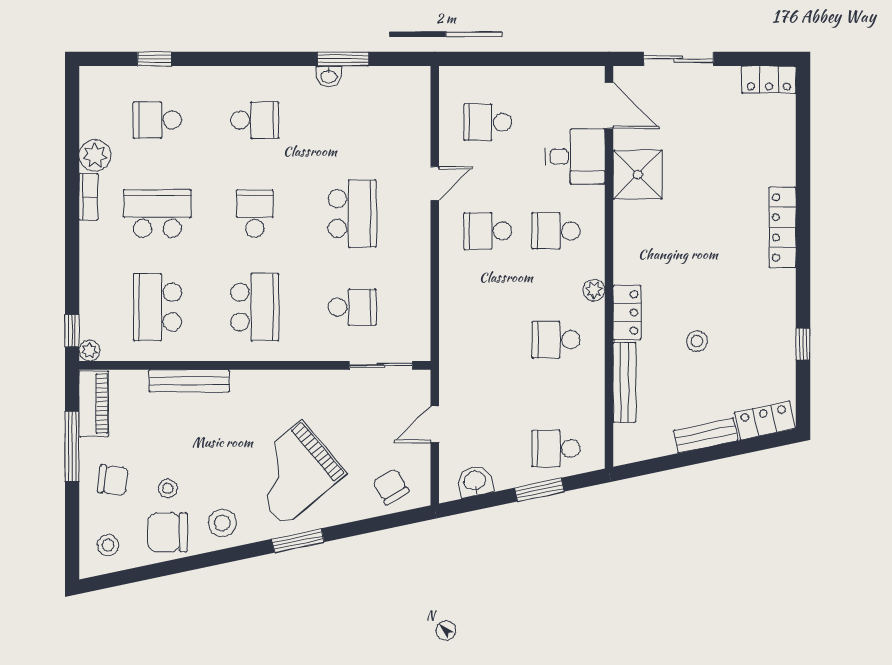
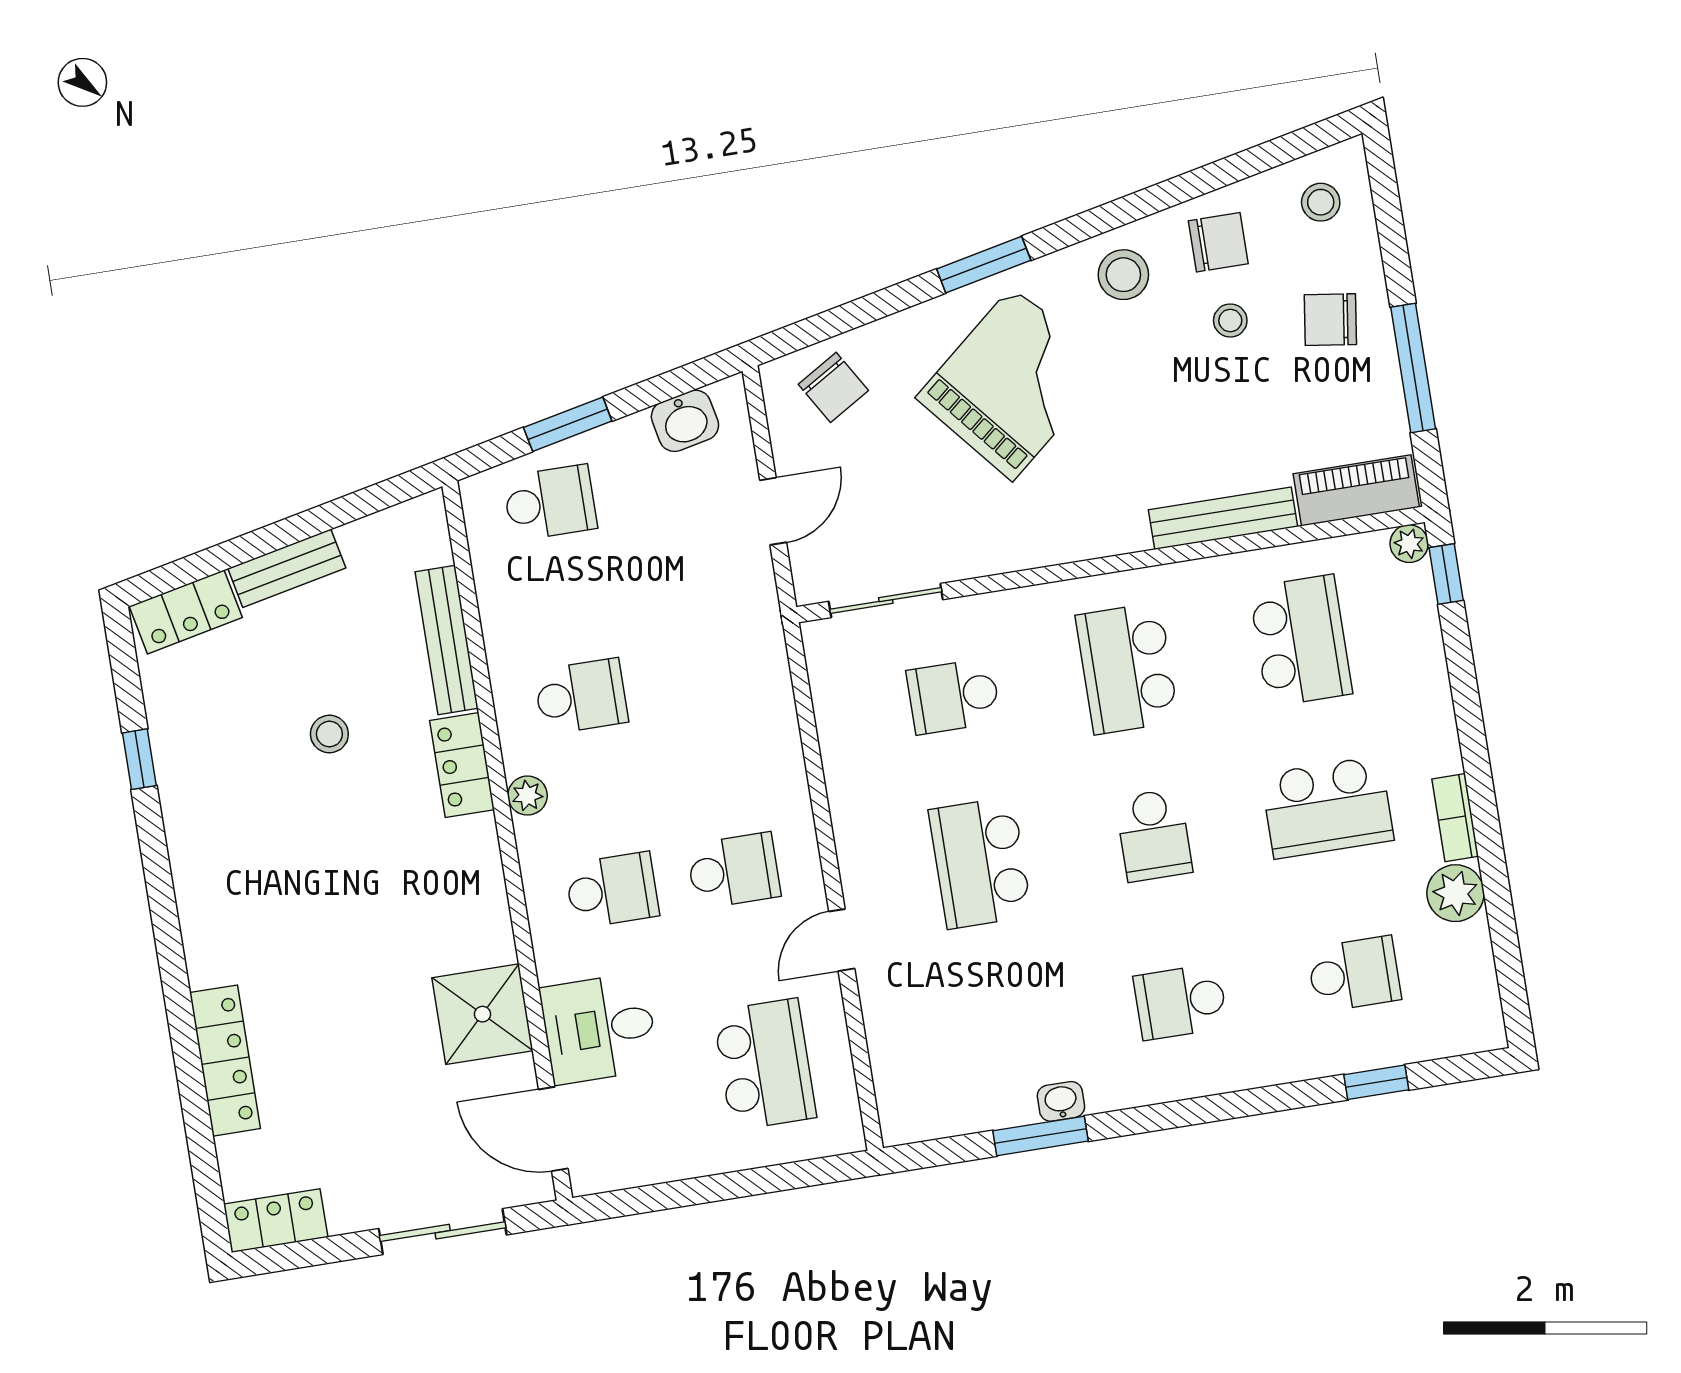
school desk: (488, 122) -> (765, 1064), width x1.85
locker: (783, 227) -> (225, 1061), moved
piano: (94, 404) -> (1356, 490), moved, turned 90
chair: (168, 532) -> (1218, 242), width x0.73, depth x0.73

